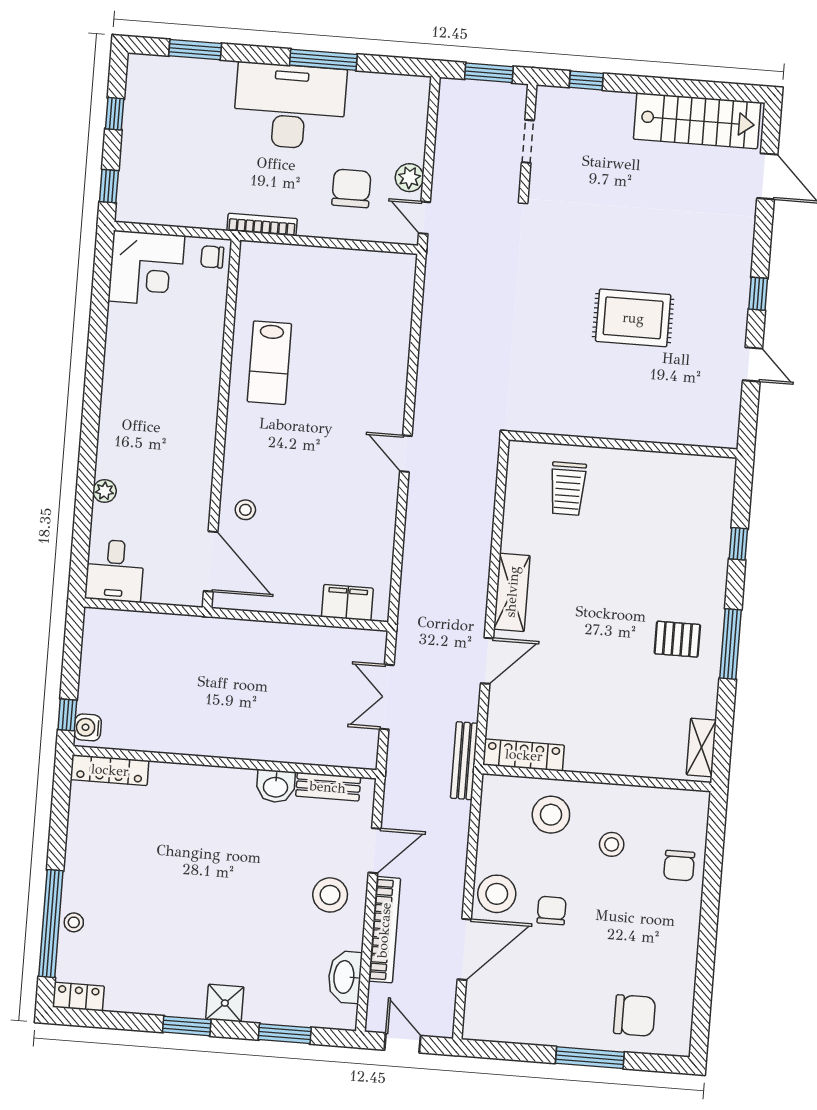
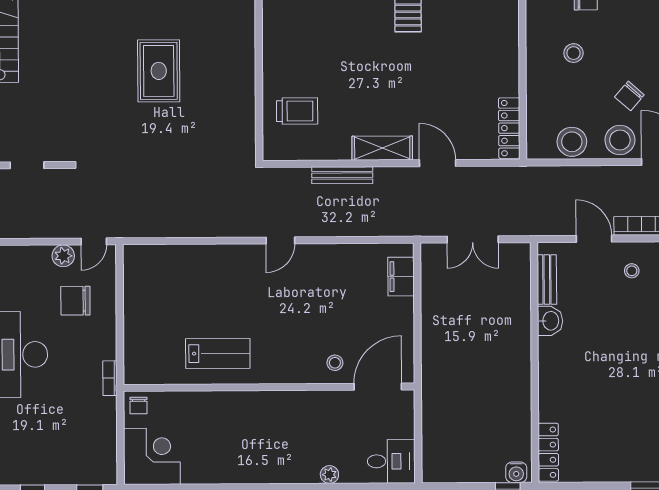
bookcase: (262, 225) -> (110, 378), width x0.64
bench: (464, 761) -> (342, 175), moved
stool: (551, 815) -> (572, 142), moved
stool: (330, 895) -> (632, 271), width x0.53, depth x0.53
chair: (552, 910) -> (629, 96), turned -49

